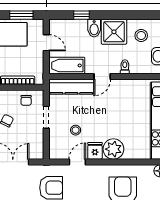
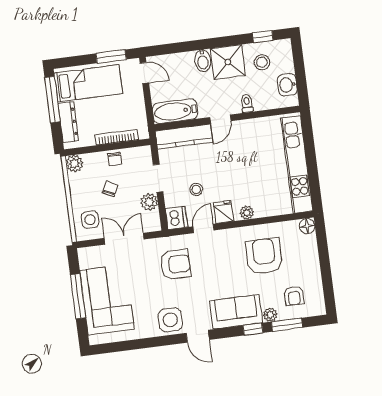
window: (81, 15) -> (263, 37), moved
door: (46, 43) -> (144, 73), moved
chair: (26, 100) -> (115, 159), moved
plant: (37, 135) -> (149, 202), added
plant: (113, 149) -> (247, 213), width x0.53, depth x0.53
dishwasher: (57, 151) -> (177, 218), added

